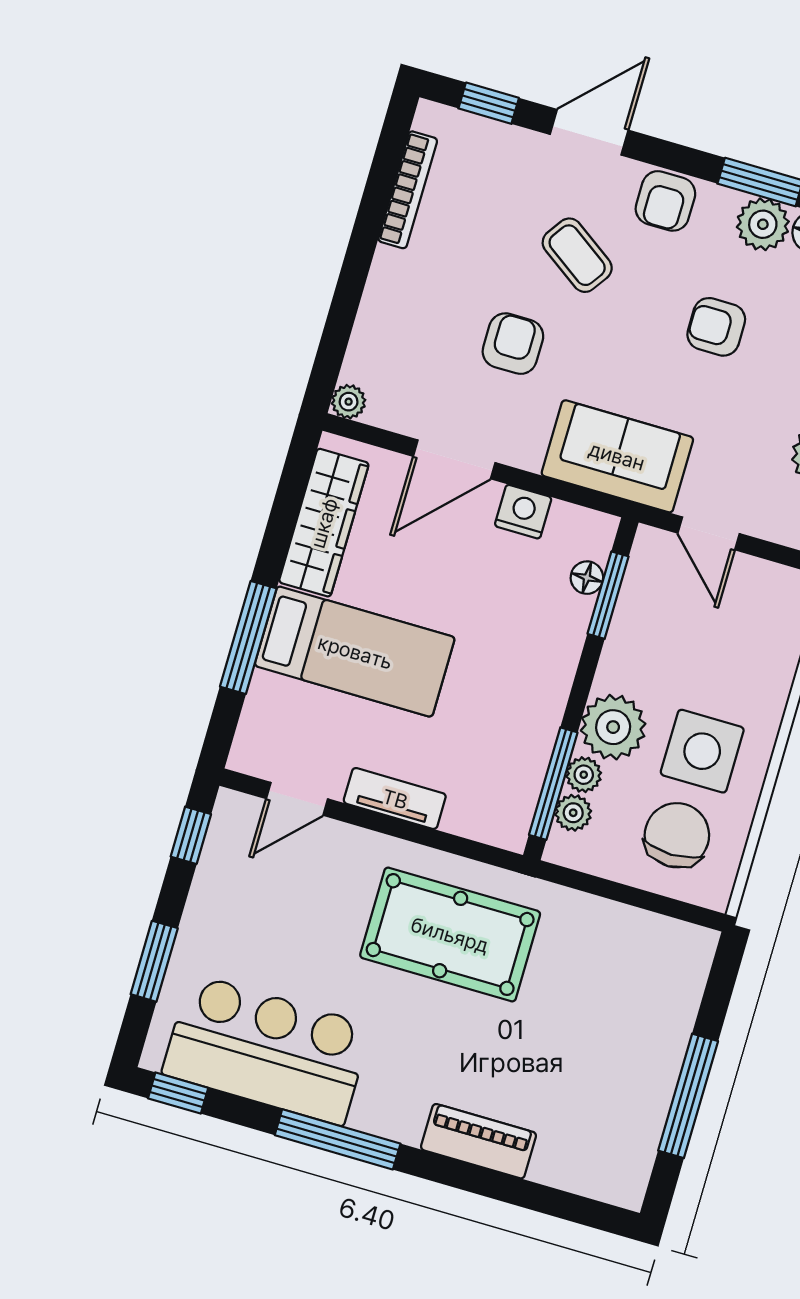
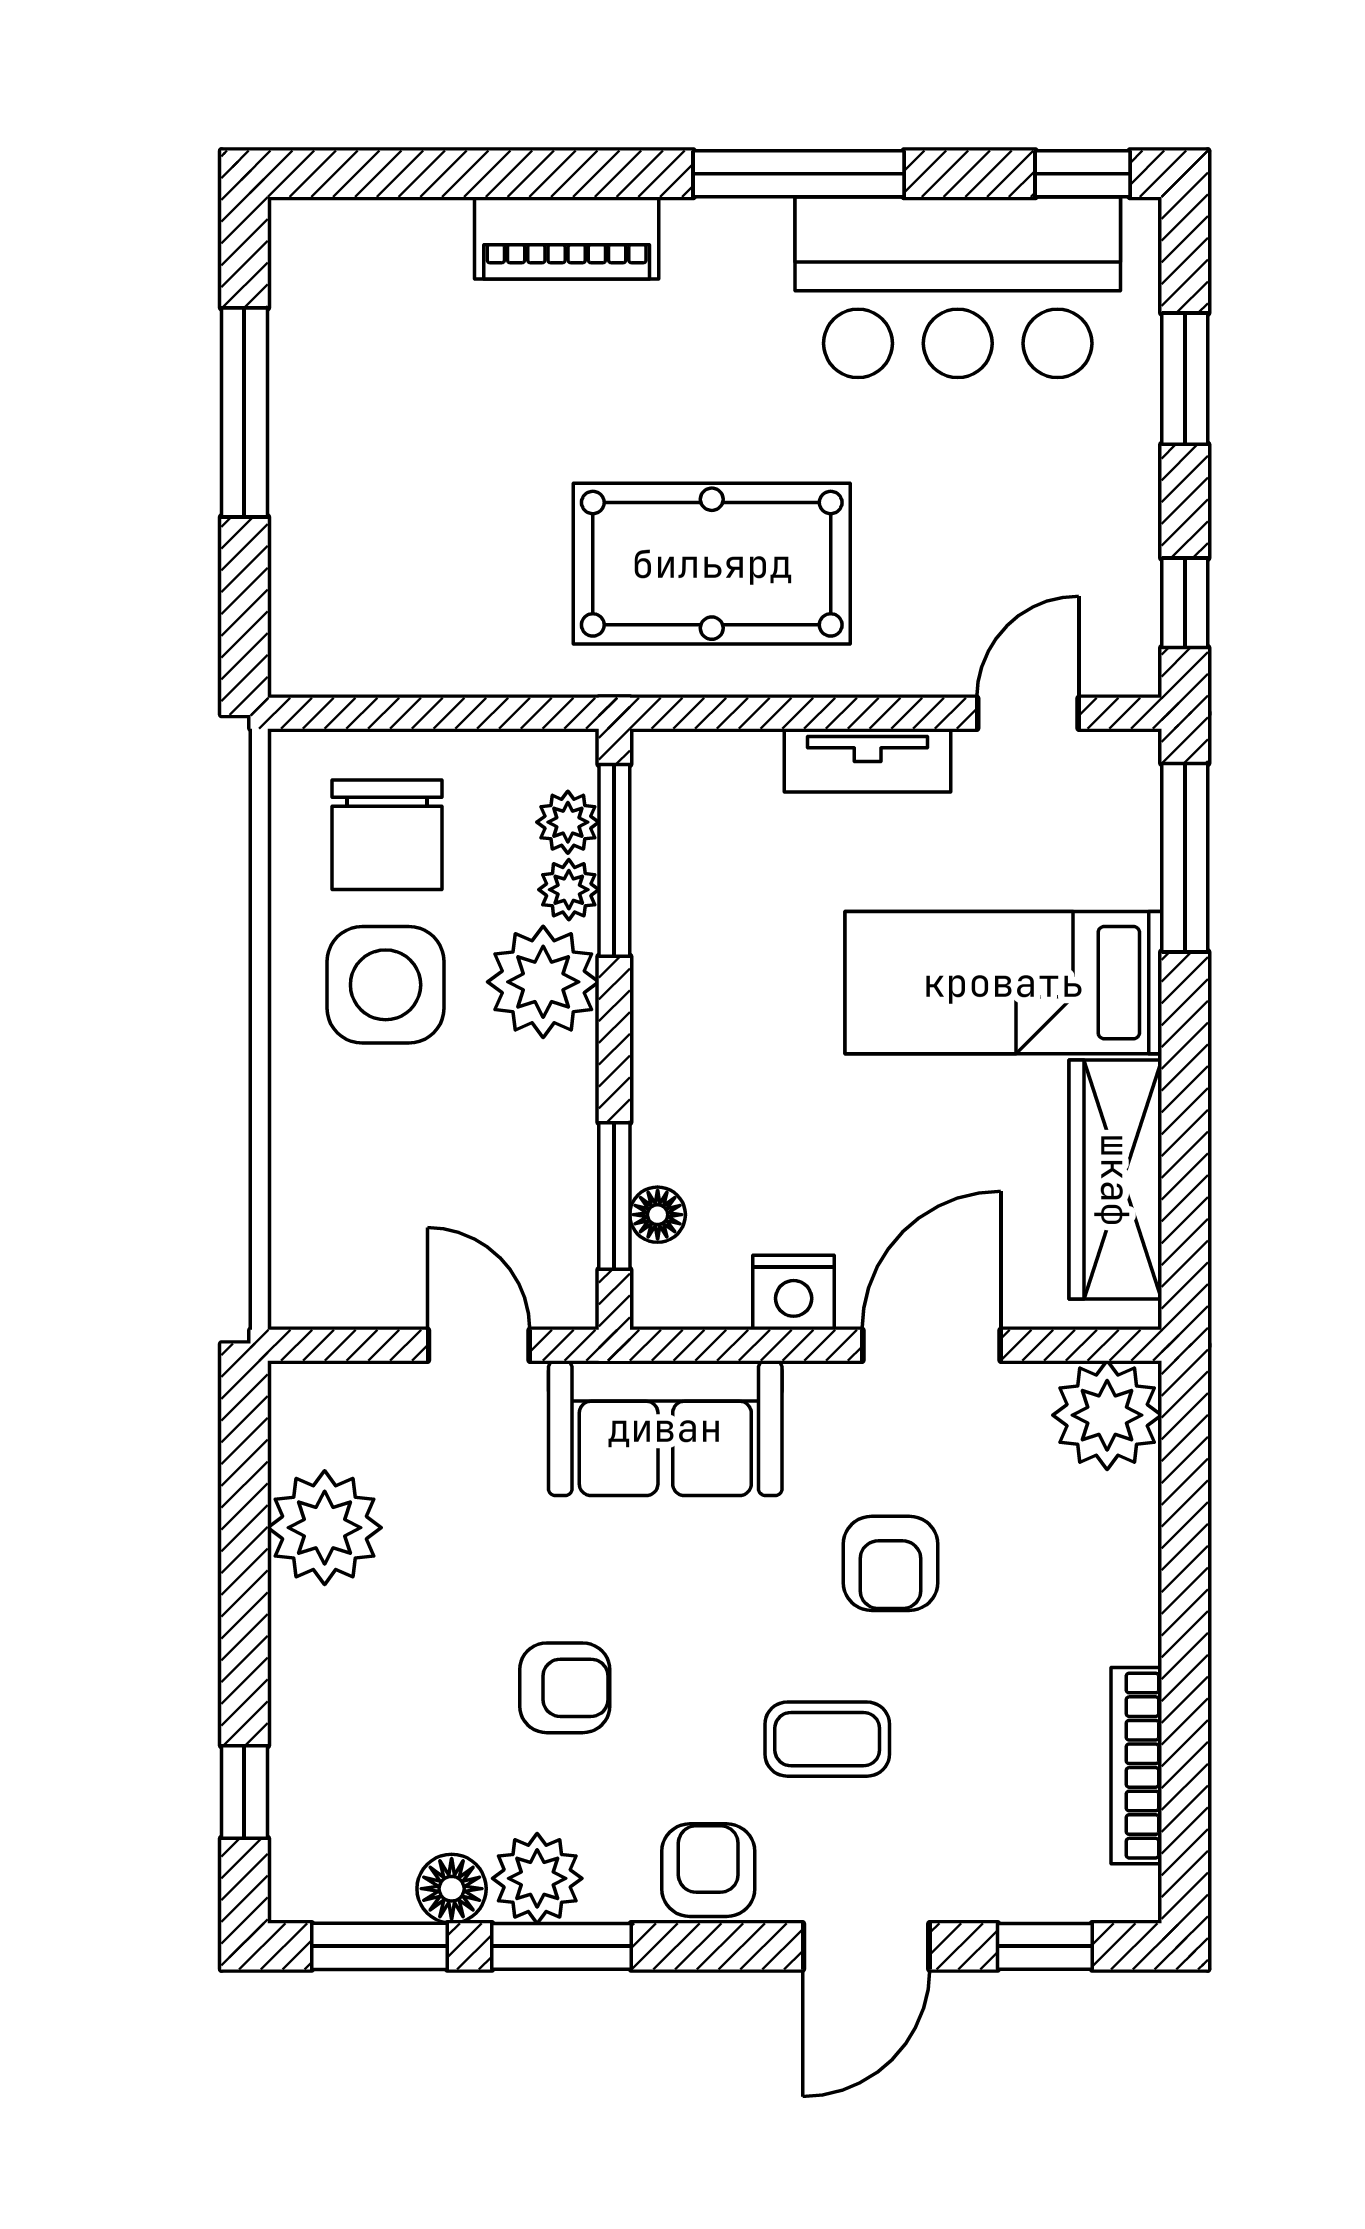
coffee table: (577, 255) -> (827, 1739), turned -35
plant: (349, 402) -> (1107, 1415), width x1.88, depth x1.88
window: (248, 638) -> (1185, 858), moved

